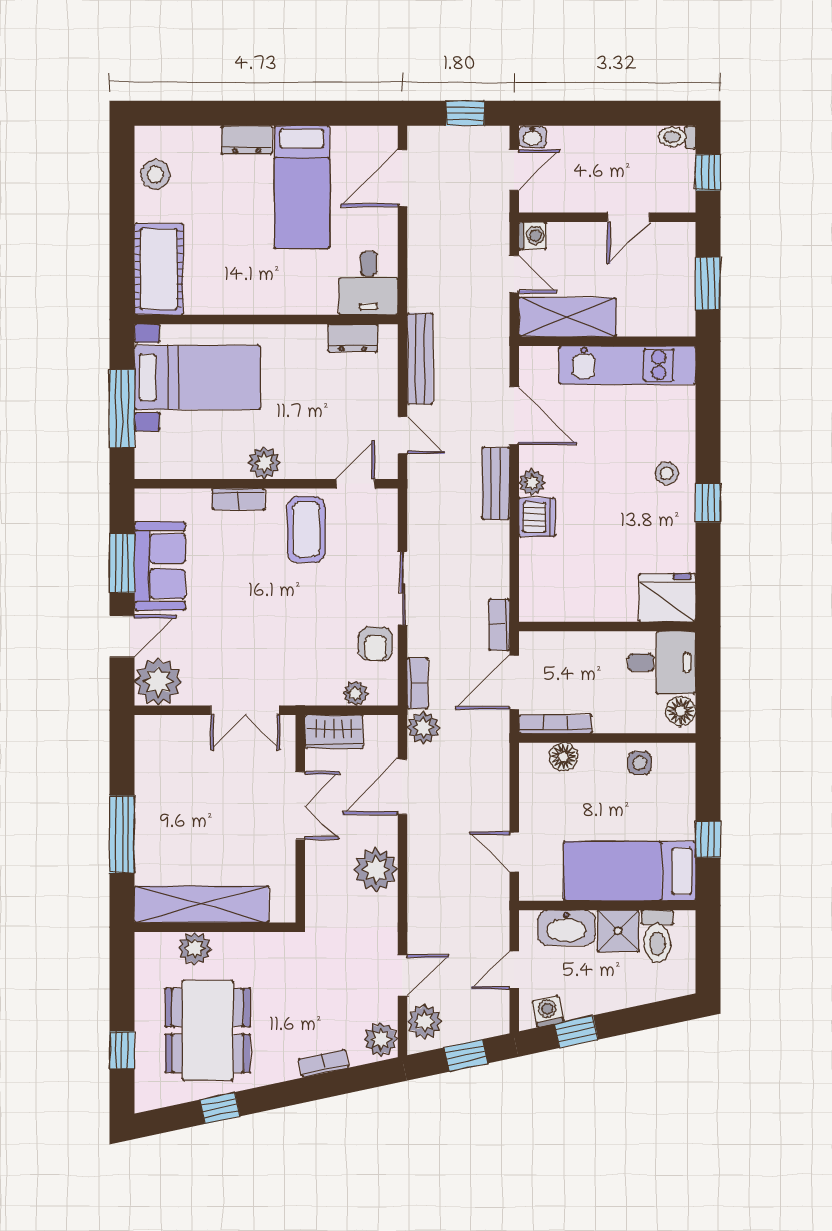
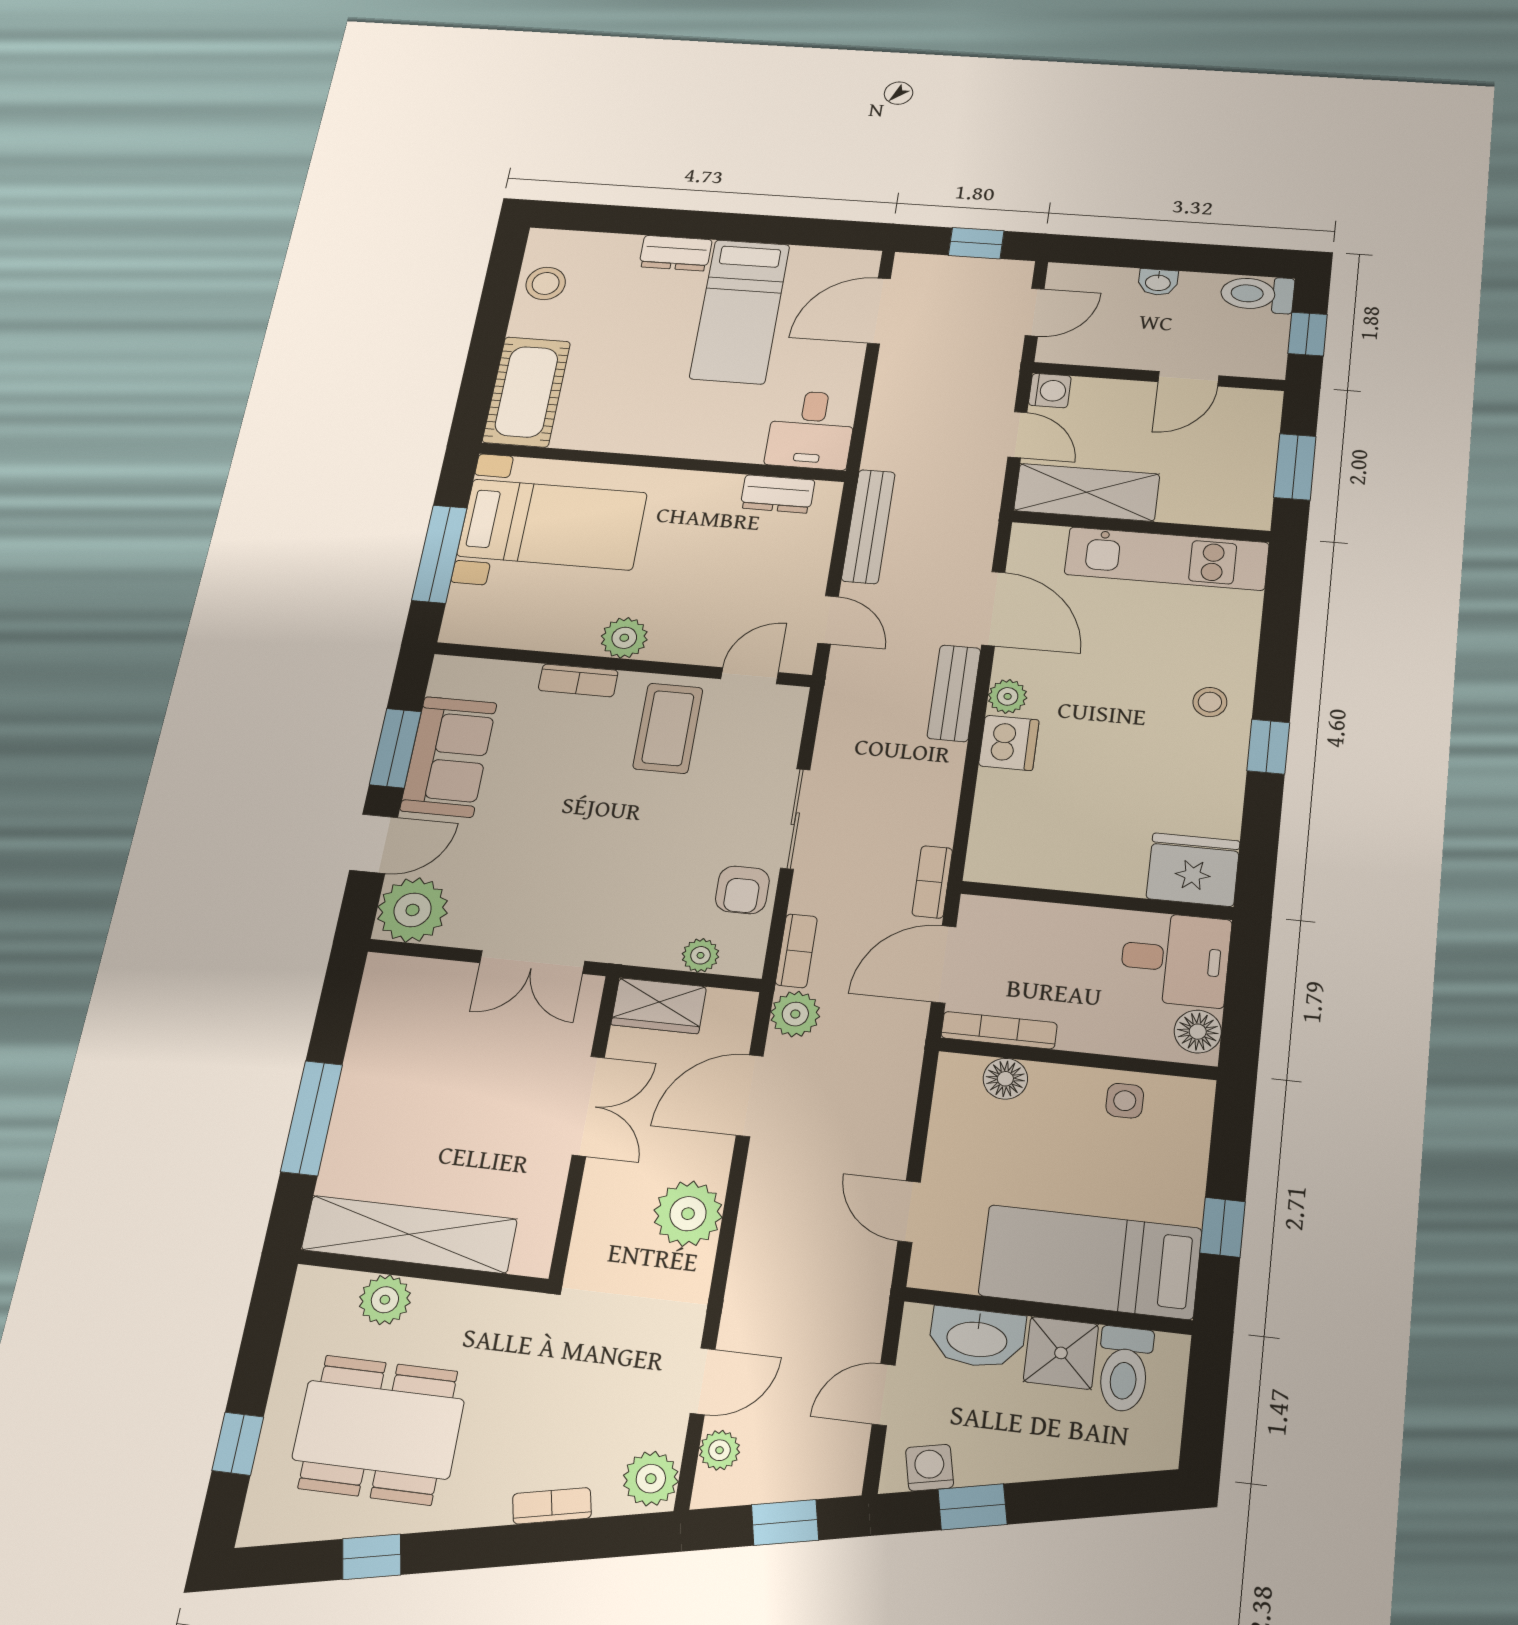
washbasin: (532, 137) -> (1158, 282), moved
toilet: (677, 137) -> (1257, 294), width x1.37, depth x1.39
plant: (424, 1021) -> (720, 1450), width x0.73, depth x0.73
dining table: (208, 1030) -> (378, 1430), turned 90

